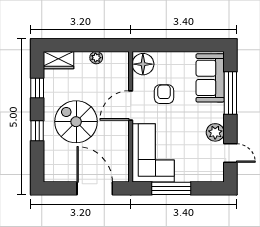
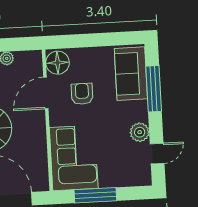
door: (131, 105) -> (46, 93), moved
door: (230, 153) -> (157, 154), hinge flipped

